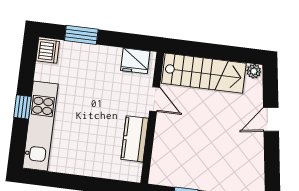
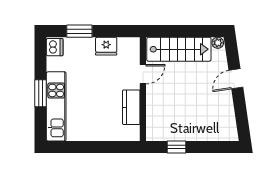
fridge: (135, 61) -> (106, 46), moved
door: (155, 99) -> (143, 74), hinge flipped
window: (23, 107) -> (40, 93), width x1.50

